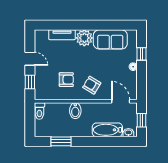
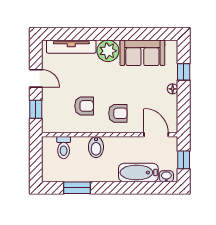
tv unit: (62, 35) -> (71, 47), width x1.41
armchair: (92, 85) -> (118, 113), turned 149
toilet: (39, 111) -> (64, 148), moved

